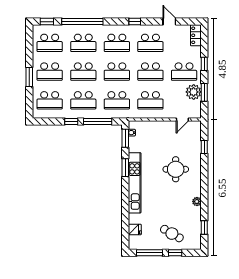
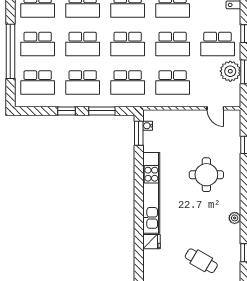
window: (29, 77) -> (10, 51), width x2.11
door: (182, 120) -> (215, 108), hinge flipped
window: (98, 122) -> (102, 111), width x0.69
window: (125, 168) -> (139, 172), removed
fridge: (135, 229) -> (152, 242), moved

